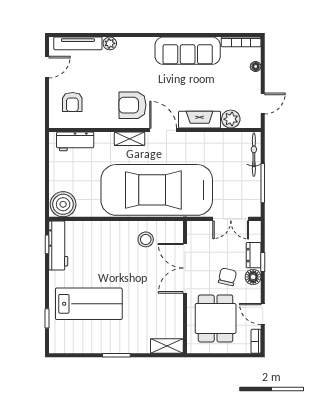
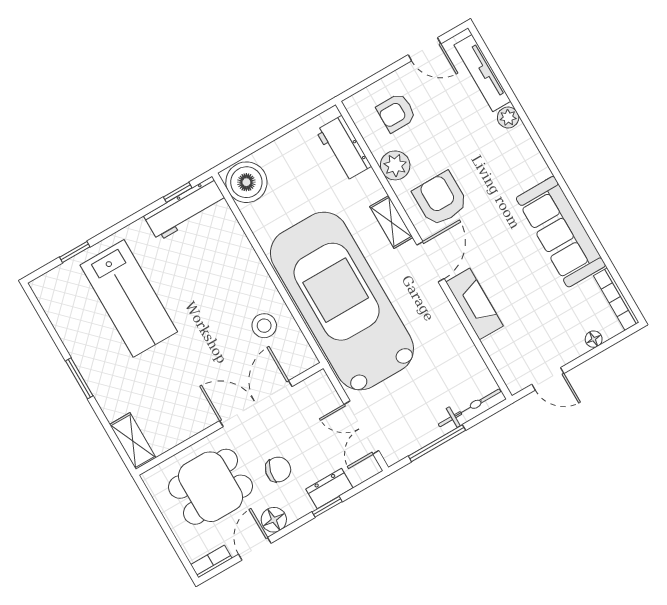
plant: (231, 119) -> (395, 165), moved
floor lamp: (253, 277) -> (274, 520), moved

